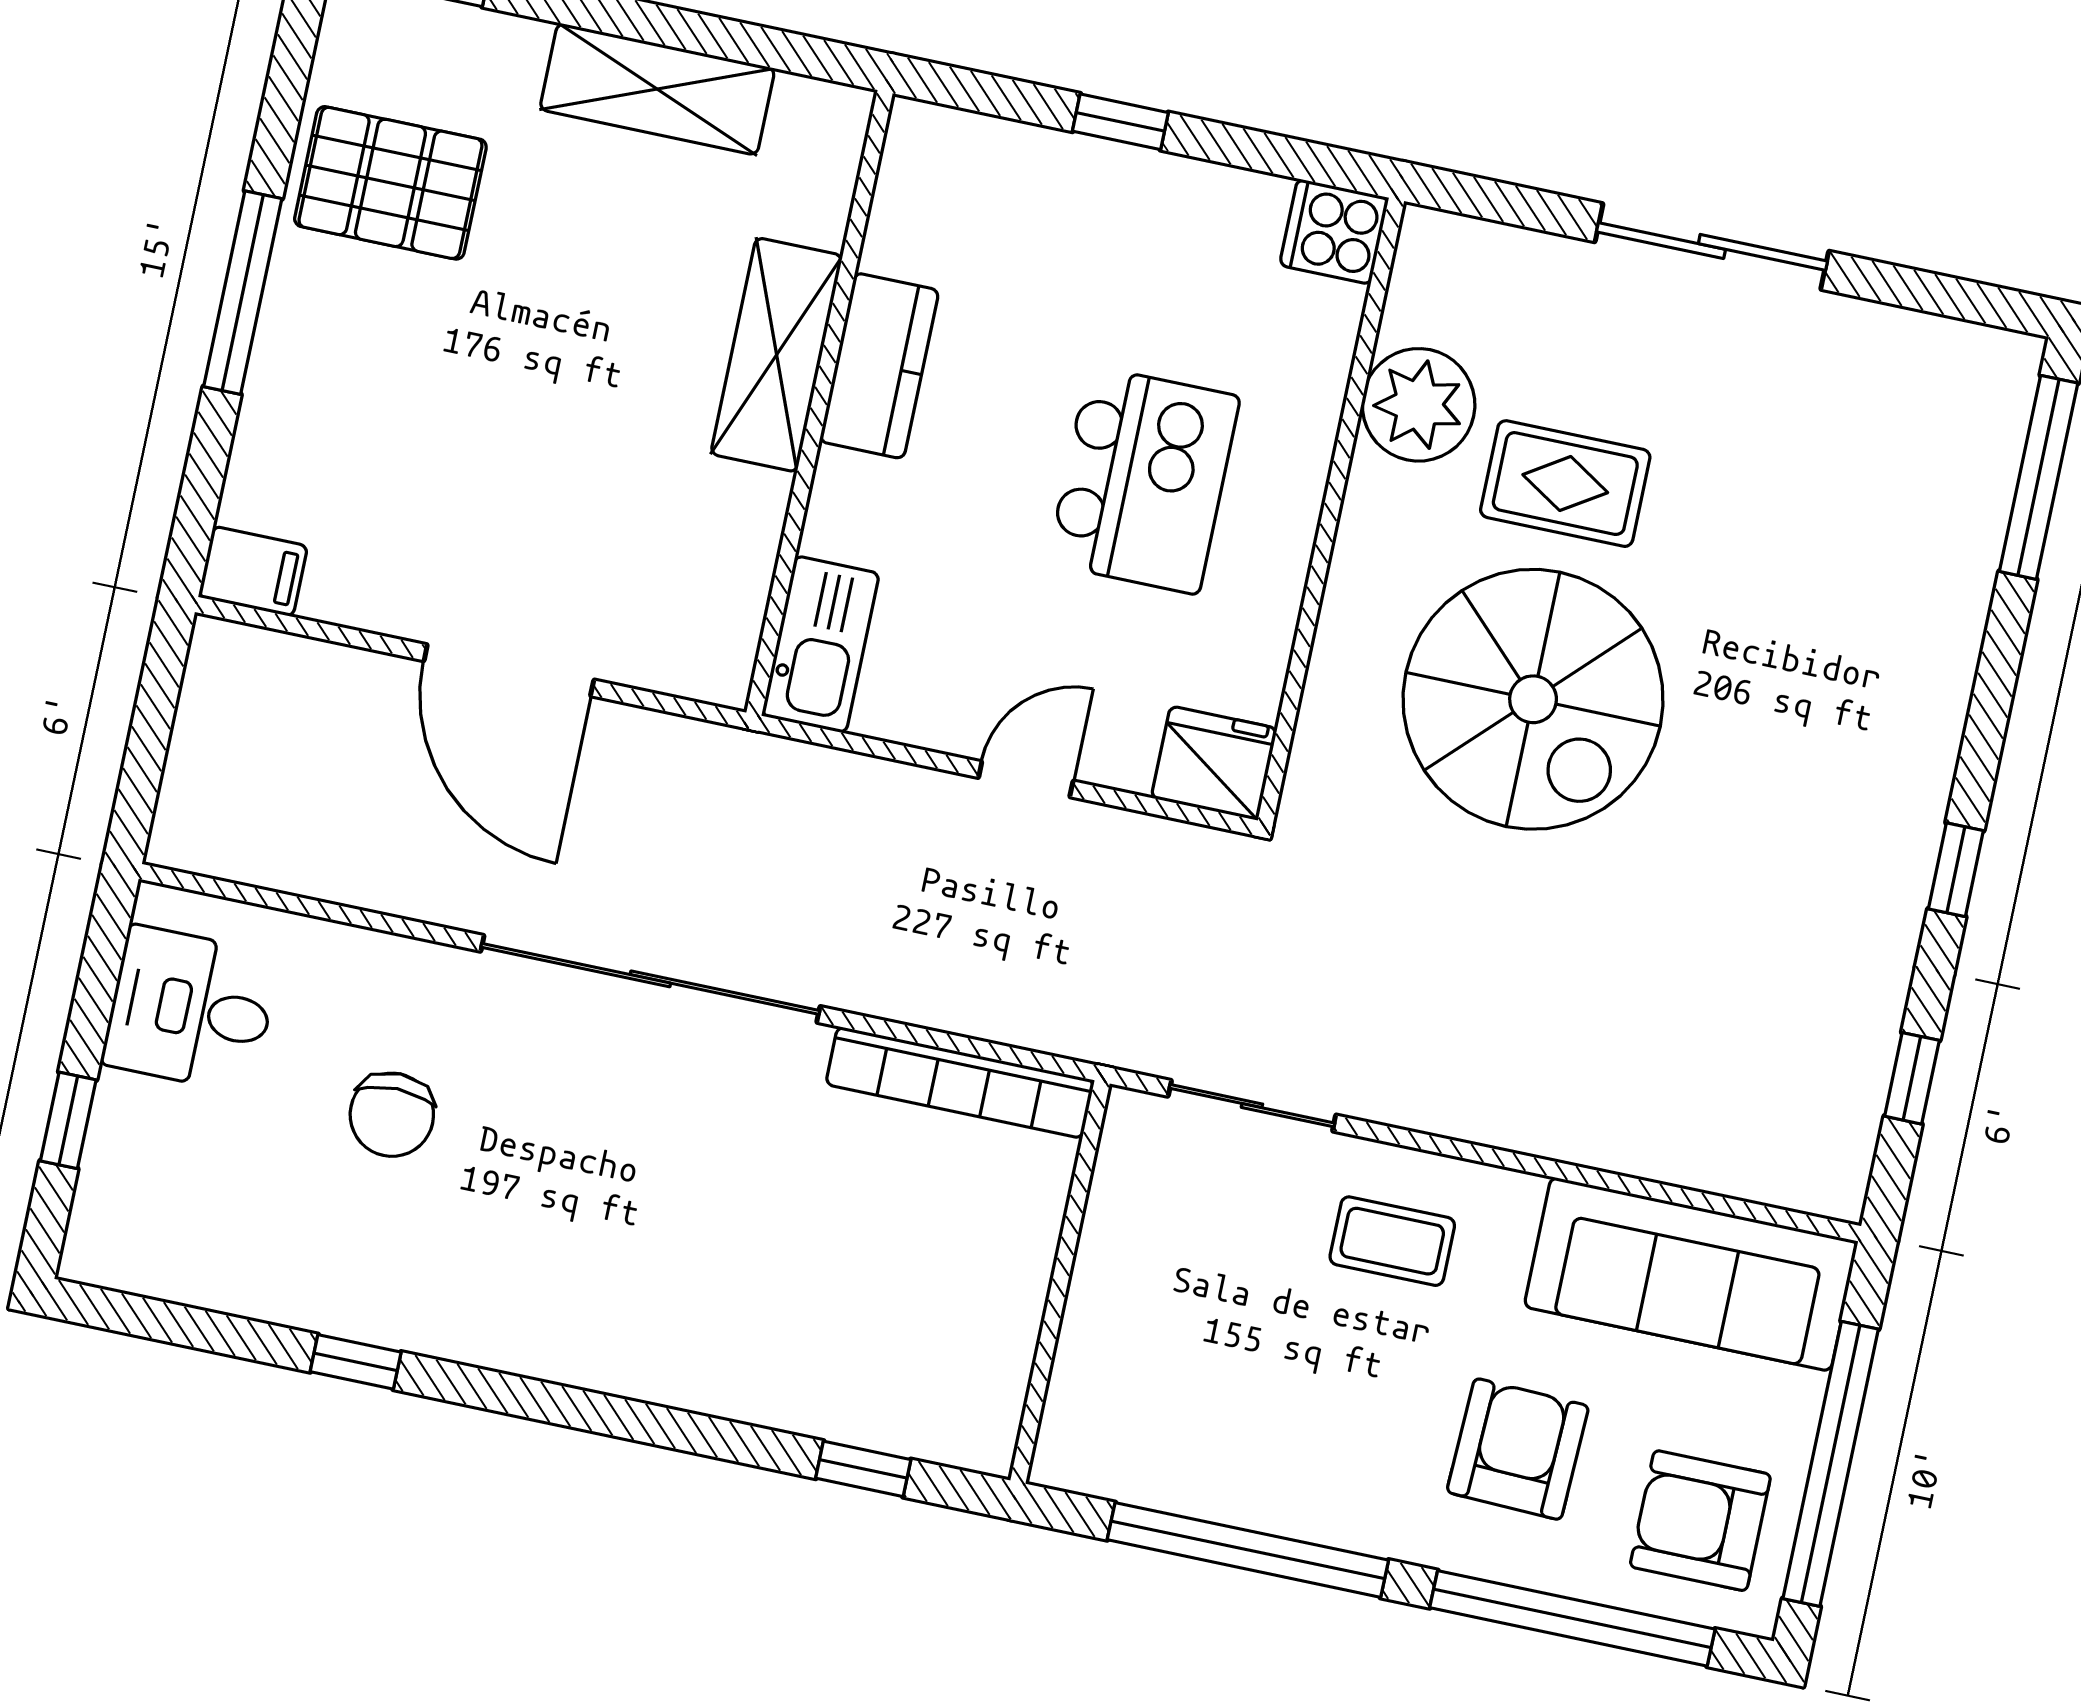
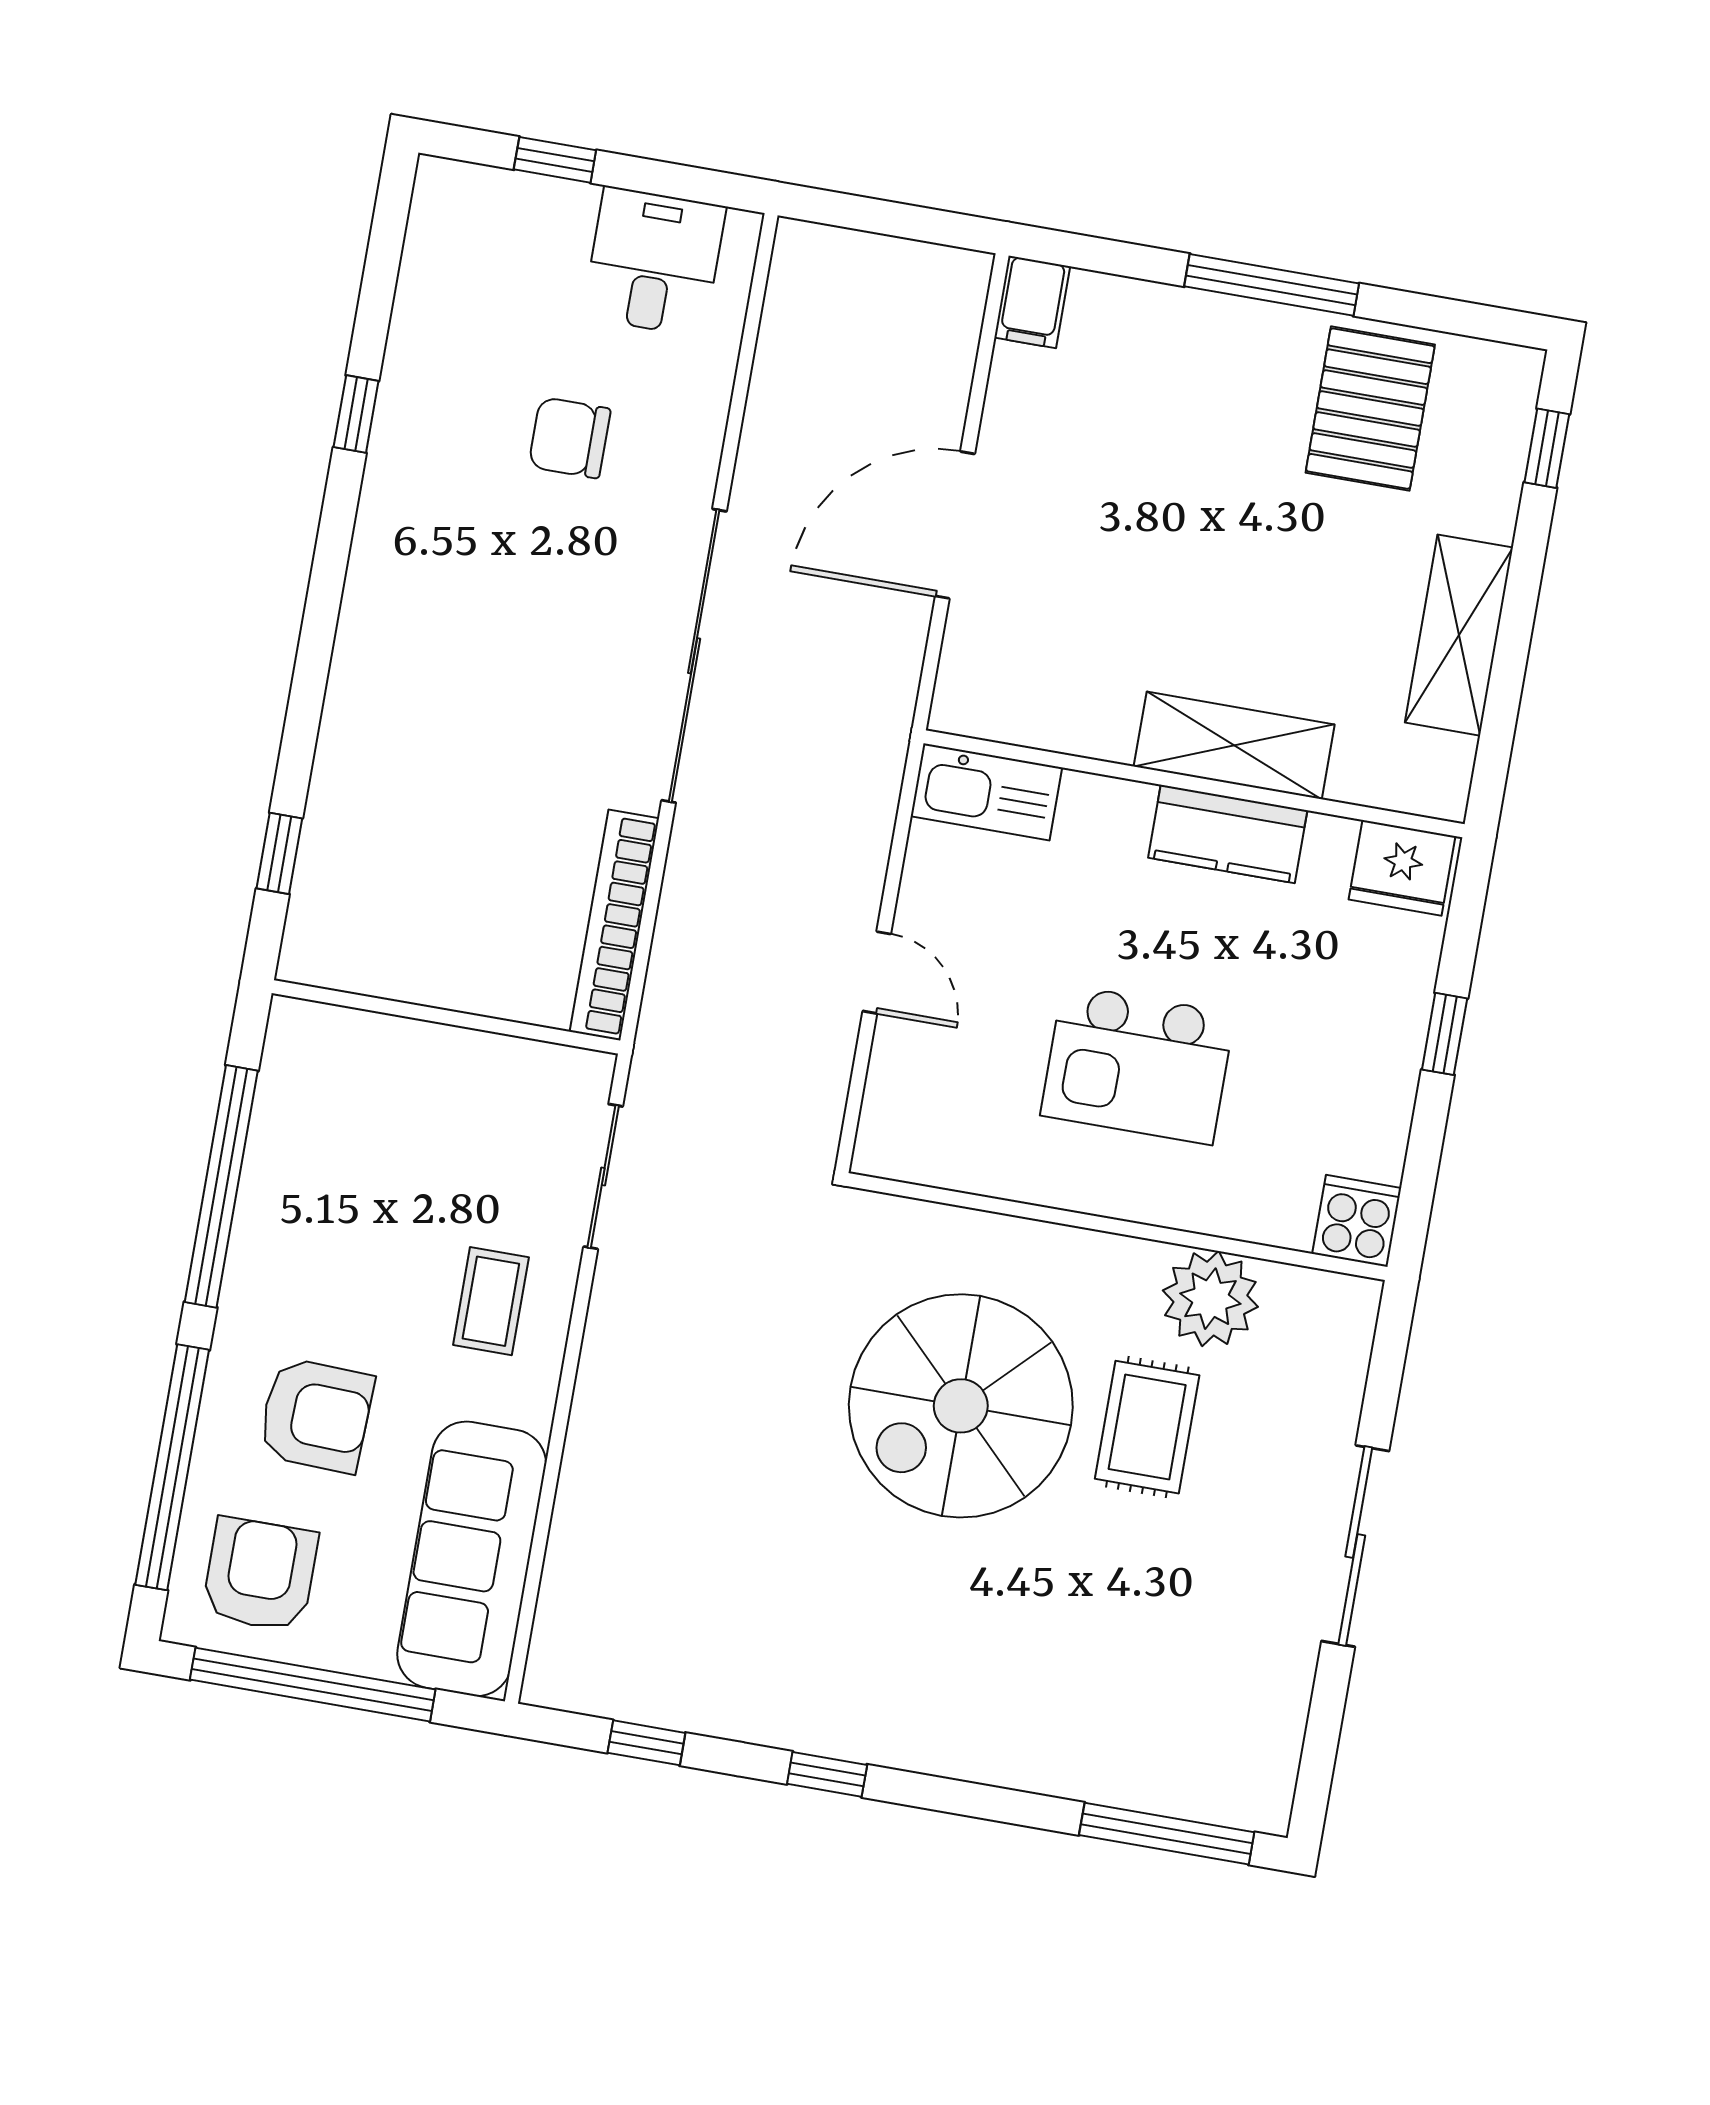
fridge: (1214, 763) -> (1402, 868), moved, turned 90

